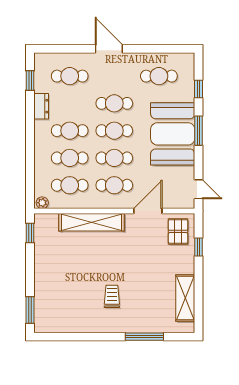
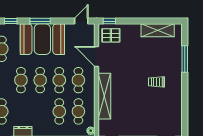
cafe table: (70, 131) -> (40, 111), removed
window: (198, 247) -> (109, 21), moved

